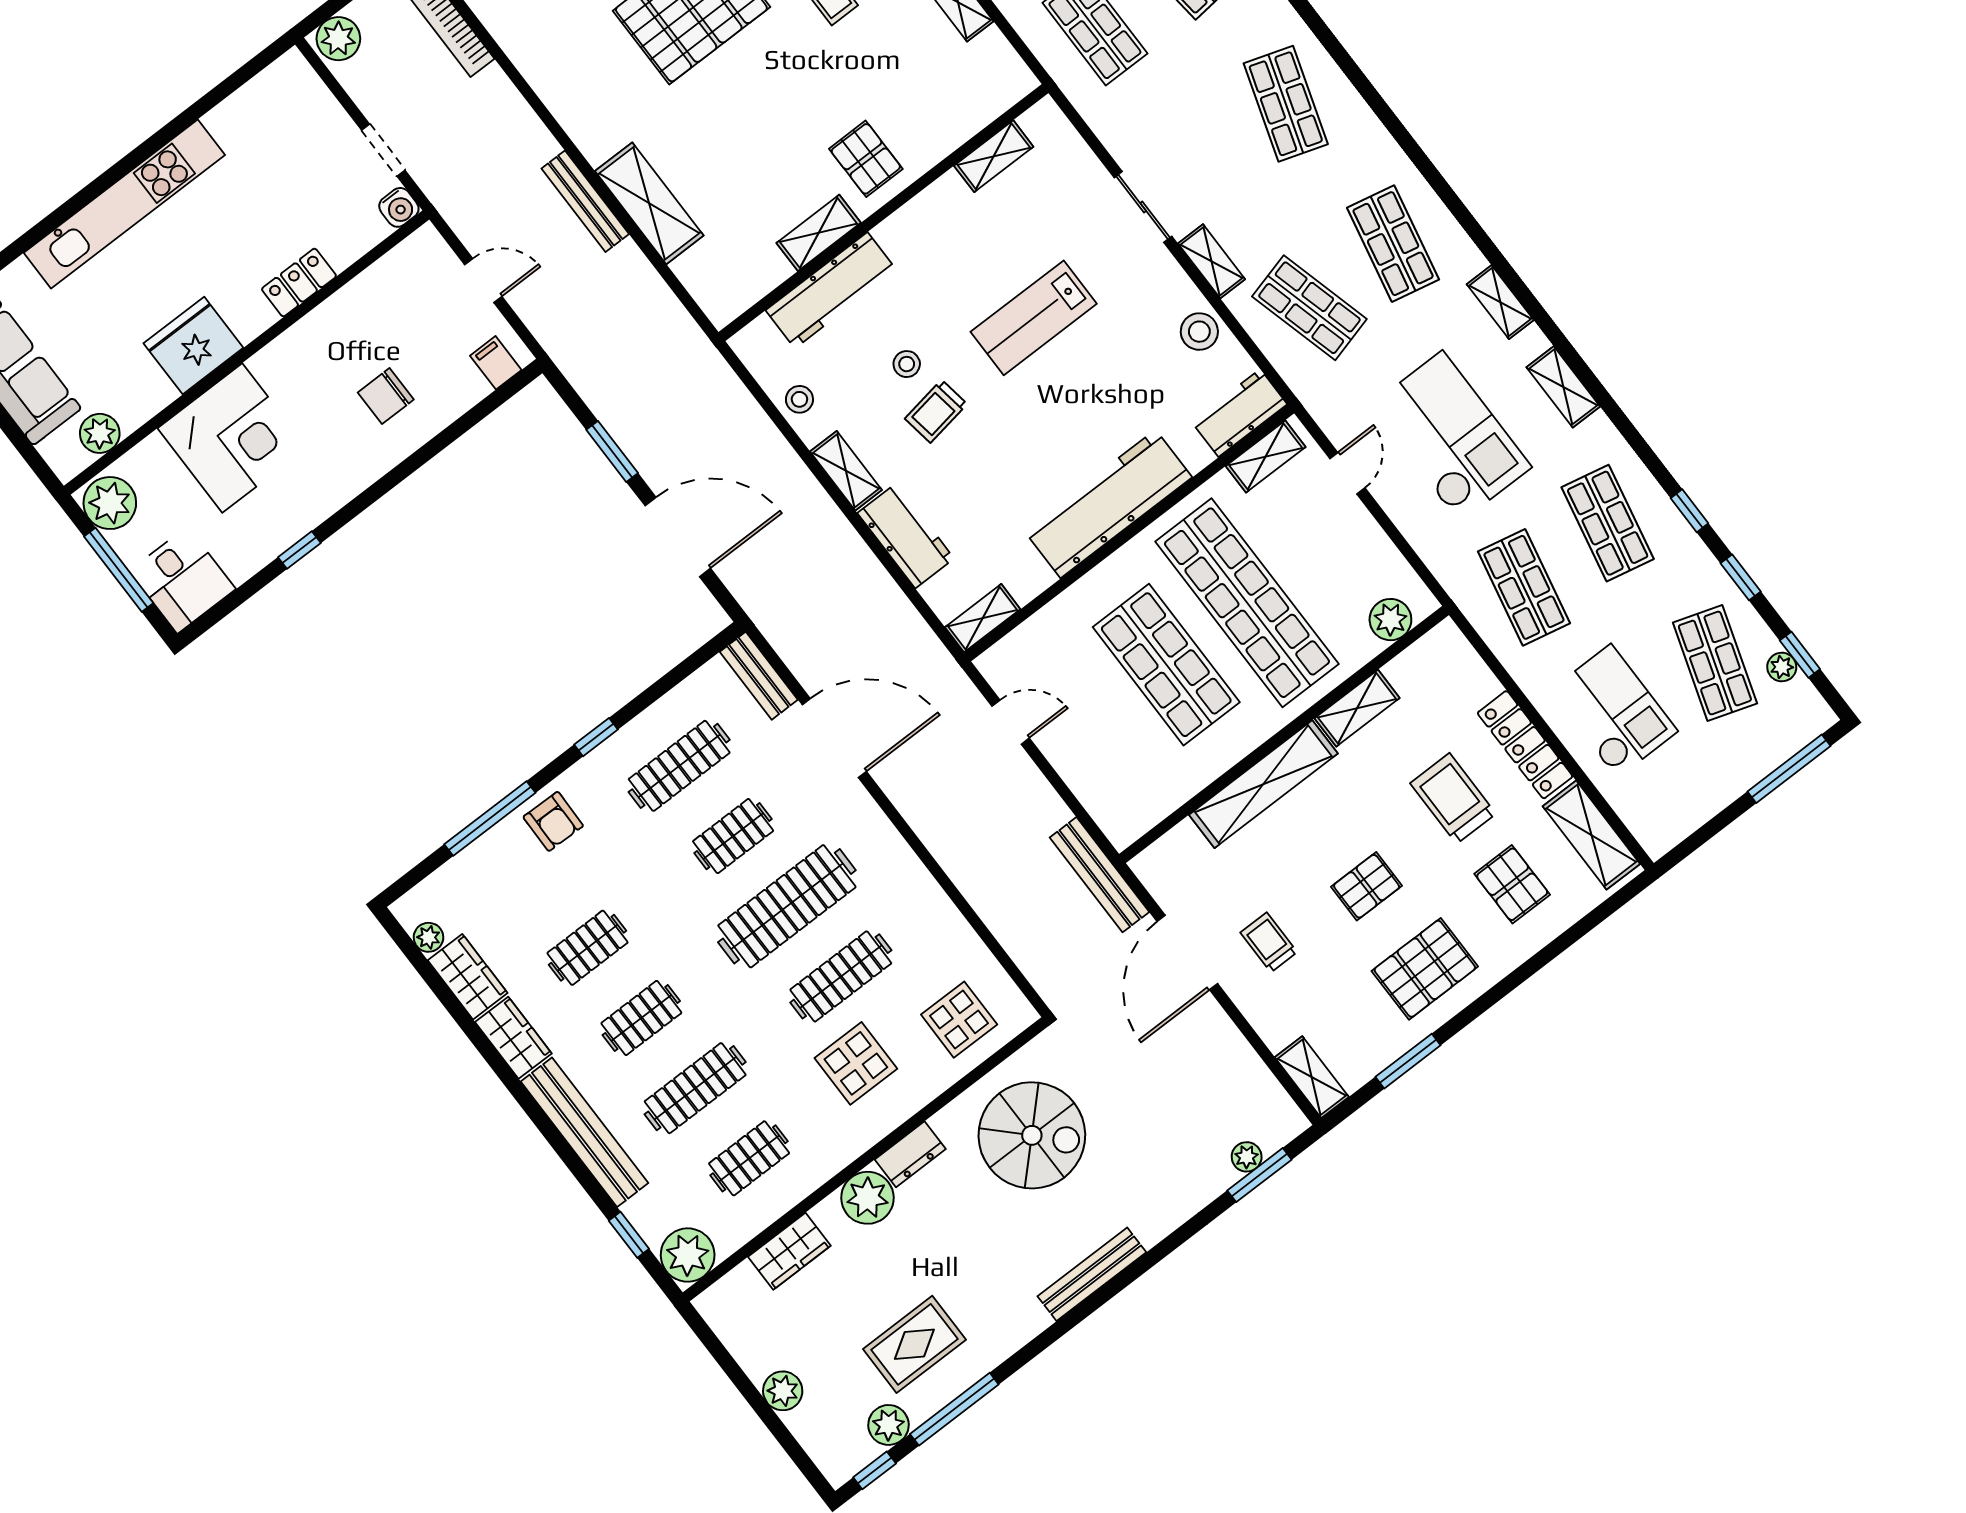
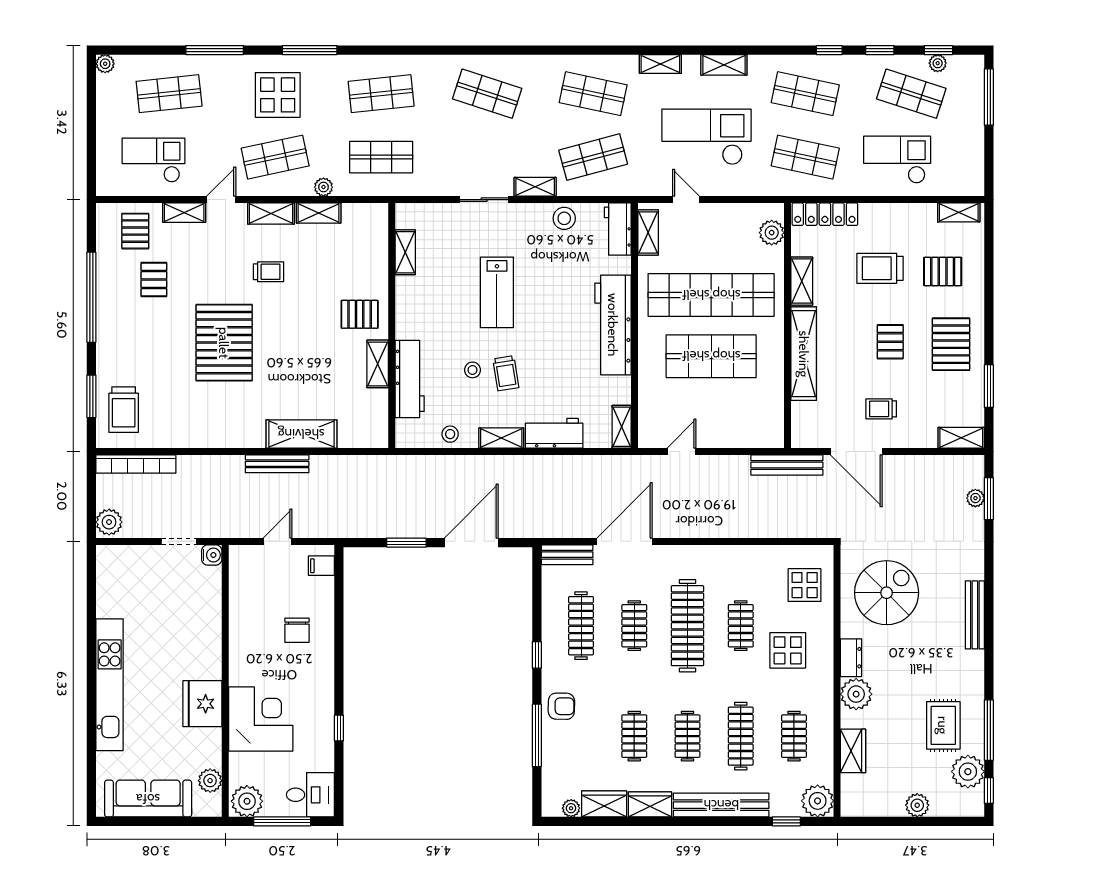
locker: (299, 283) -> (211, 630), removed
locker: (1525, 745) -> (825, 214), moved
shelving: (1591, 835) -> (959, 212), width x0.67, depth x0.75
clothes rail: (841, 976) -> (741, 626), width x0.73
plant: (888, 1425) -> (968, 772), width x1.36, depth x1.36

